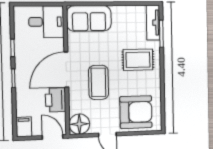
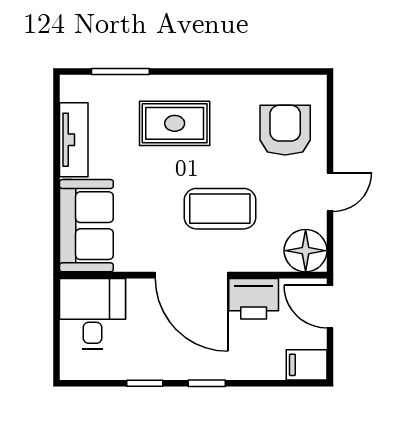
tv unit: (153, 23) -> (74, 140), moved, turned -90
rug: (138, 60) -> (175, 123), turned 90
armchair: (136, 112) -> (285, 130), width x0.73, depth x0.73
door: (53, 137) -> (330, 307), hinge flipped

